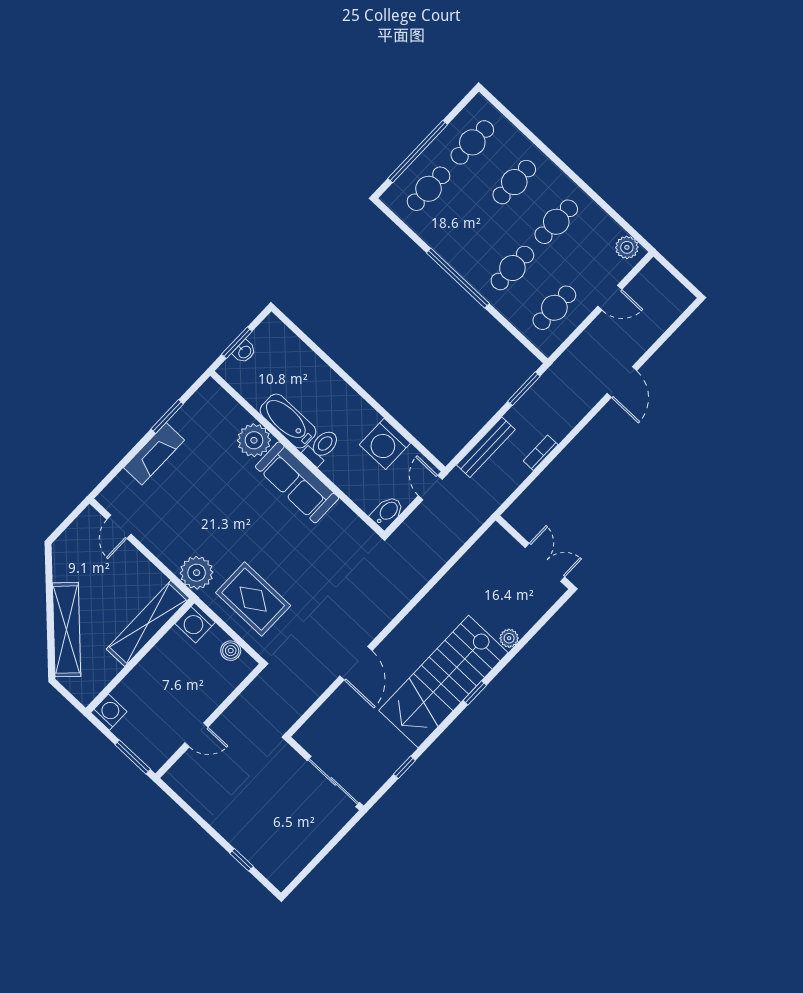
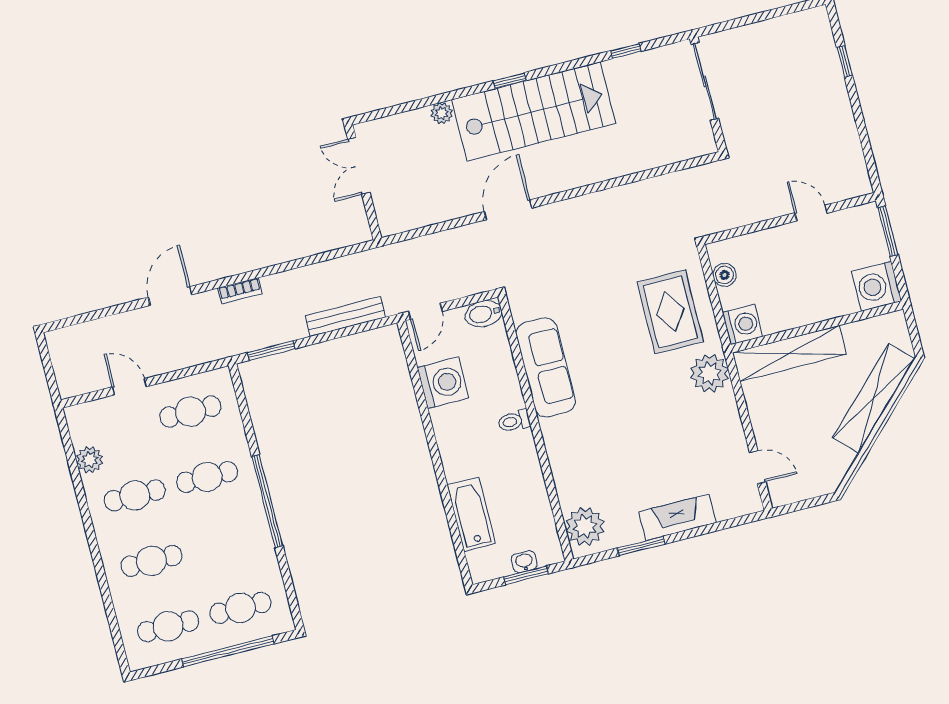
plant: (627, 247) -> (90, 460), moved
bathtub: (288, 421) -> (471, 514), moved, turned 180
plant: (254, 440) -> (585, 526), moved
toilet: (322, 447) -> (514, 421), width x0.73, depth x0.72
bookcase: (541, 453) -> (240, 291), moved
sofa: (297, 482) -> (546, 367), moved
door: (119, 527) -> (758, 467), hinge flipped
door: (356, 663) -> (508, 210), moved
washing machine: (109, 712) -> (876, 286), width x1.37, depth x1.37

